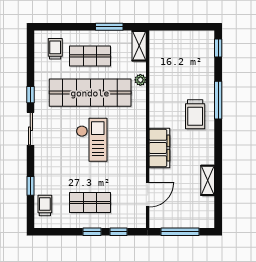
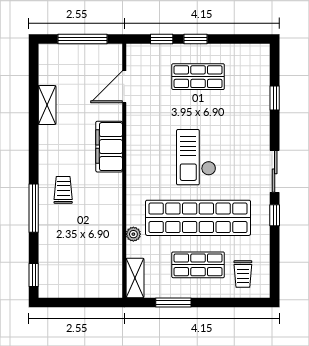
trolley: (195, 114) -> (63, 190), width x0.73, depth x0.72
trolley: (45, 206) -> (256, 73), removed

